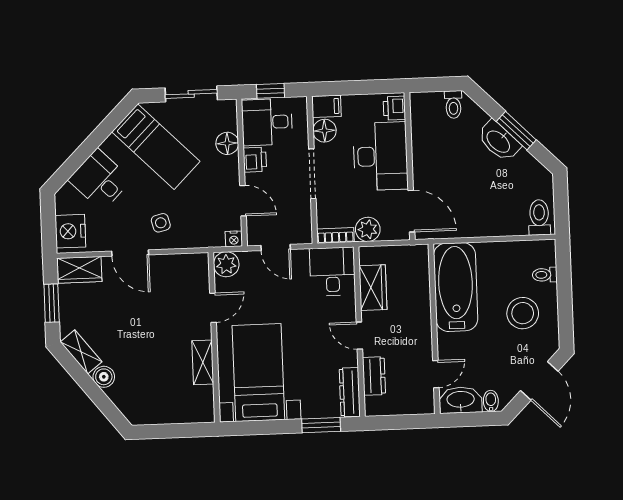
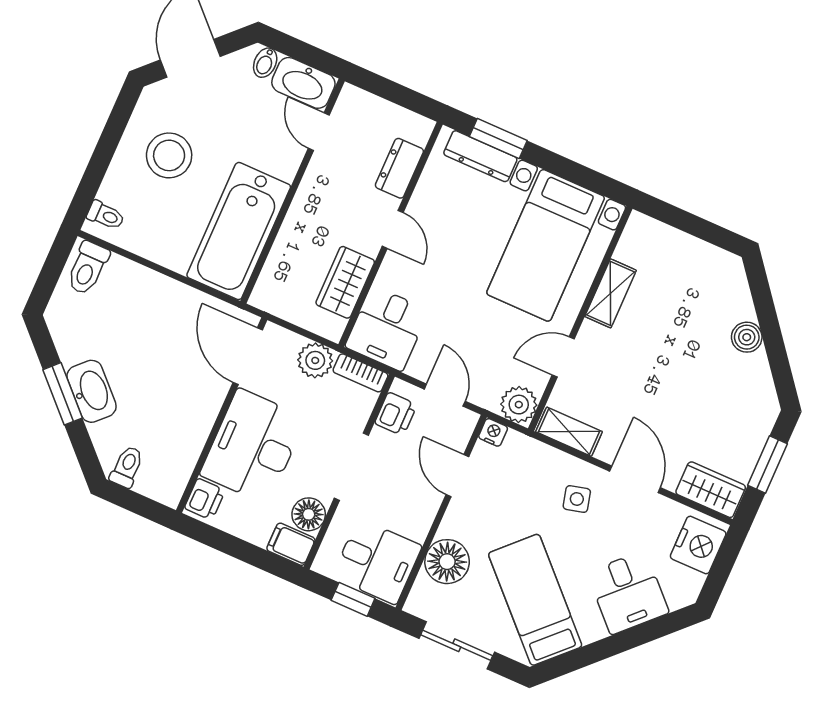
floor lamp: (227, 143) -> (447, 562), width x1.38, depth x1.38
printer: (255, 160) -> (396, 414), moved, turned 180
toilet: (545, 275) -> (106, 215), moved
shelving: (81, 352) -> (569, 432), moved, turned -52
door: (436, 374) -> (319, 132), hinge flipped
dresser: (350, 392) -> (480, 156), moved, turned 90

